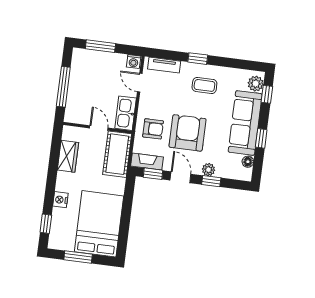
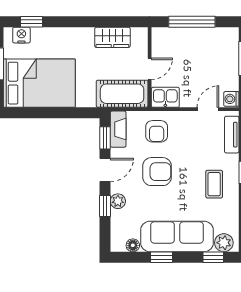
kitchen sink: (126, 113) -> (165, 97), width x0.73
armchair: (188, 133) -> (157, 172), width x0.73, depth x0.73
nightstand: (60, 200) -> (21, 35), moved

